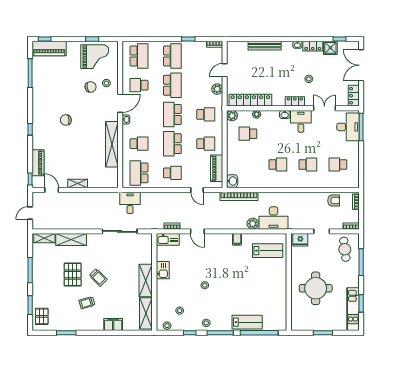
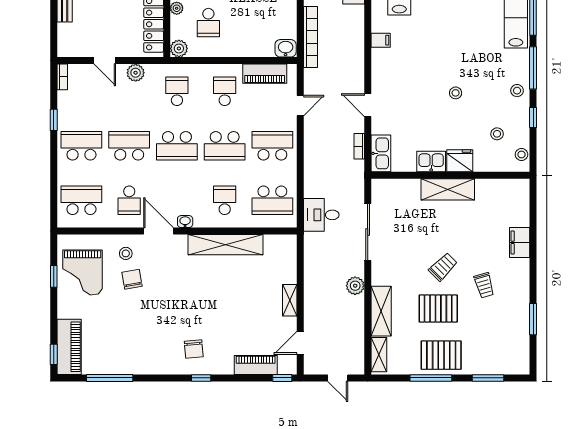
grand piano: (95, 57) -> (83, 272), turned 180
chair: (66, 120) -> (194, 349), moved
school desk: (172, 173) -> (272, 146), width x1.85
plant: (253, 224) -> (355, 286), moved
door: (197, 231) -> (368, 105), swing flipped
fridge: (163, 288) -> (460, 161), added
shelving: (146, 313) -> (502, 189), removed
pallet: (42, 316) -> (441, 355), moved, width x1.50, depth x1.42

